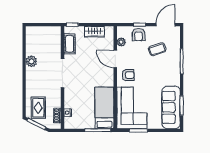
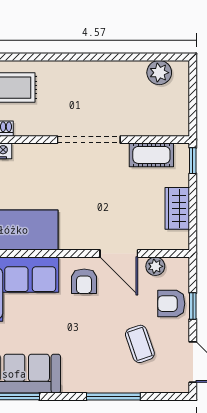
door: (115, 59) -> (119, 254), swing flipped
plant: (31, 61) -> (159, 73), moved

